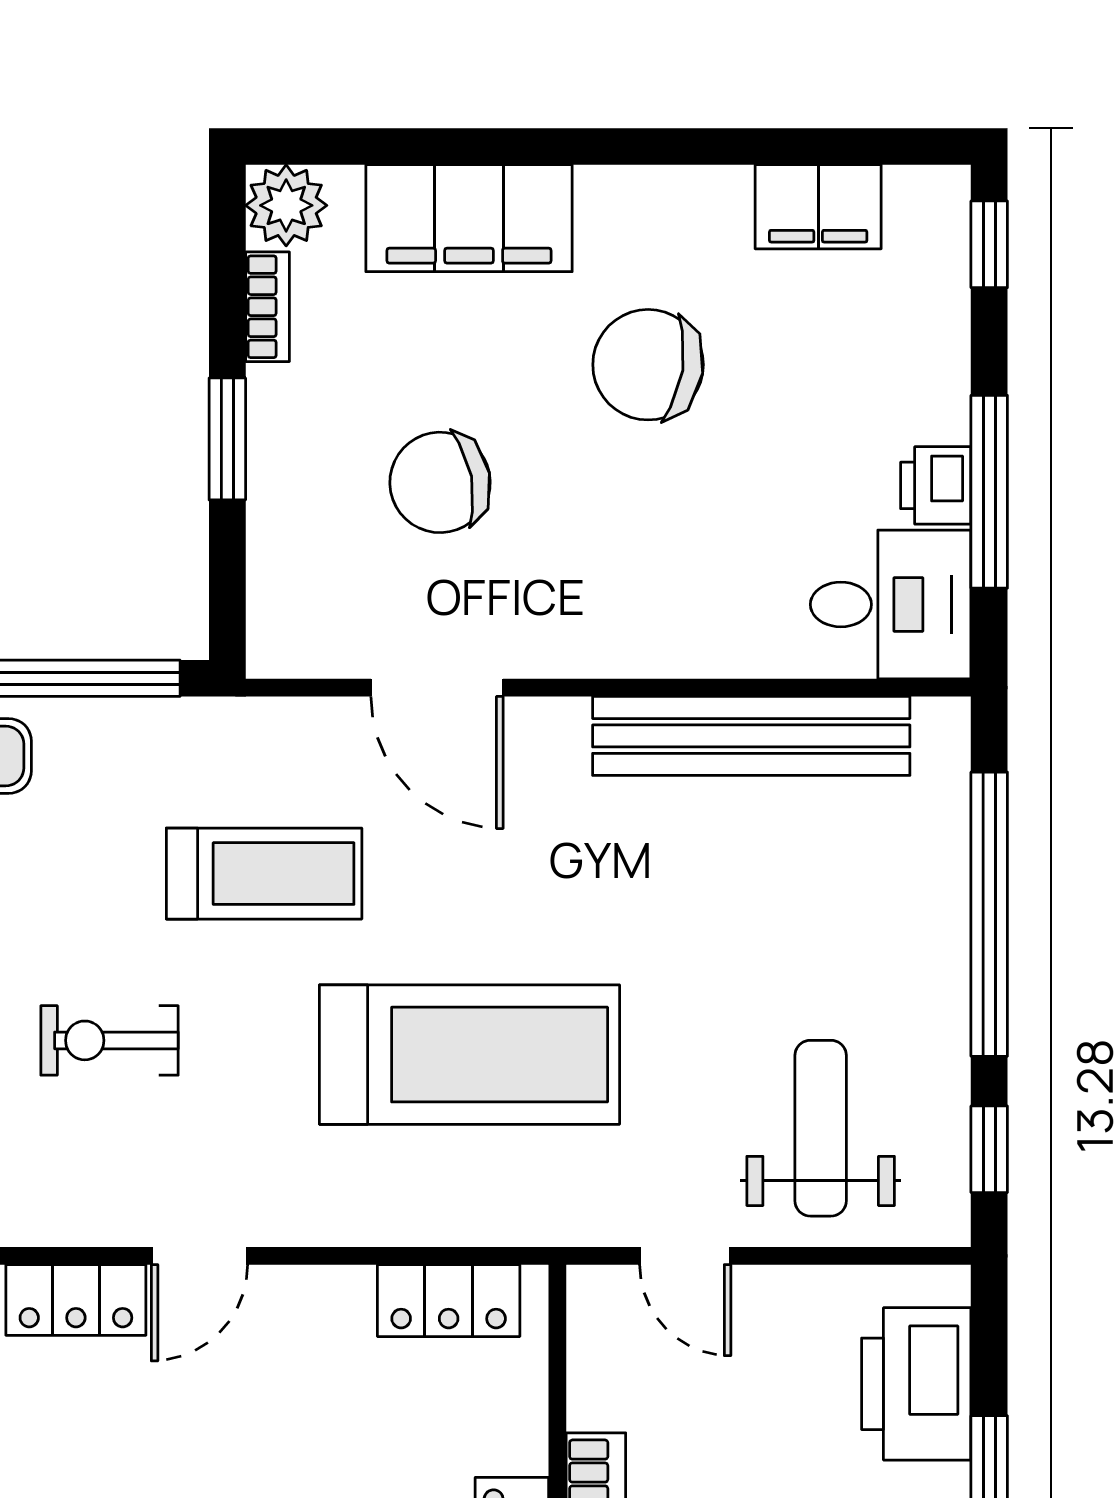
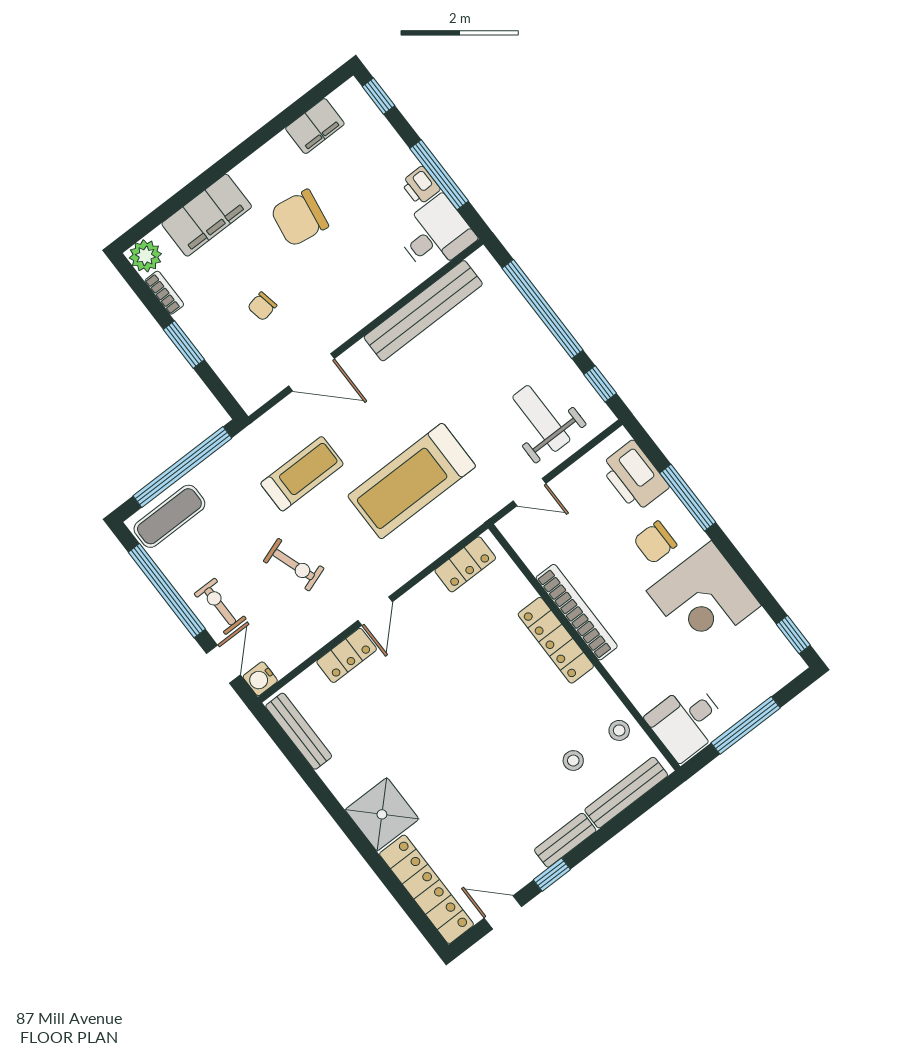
chair: (440, 482) -> (262, 306), width x0.54, depth x0.54
exercise bike: (109, 1040) -> (294, 565), turned -109
treadmill: (470, 1055) -> (412, 481), turned 180

